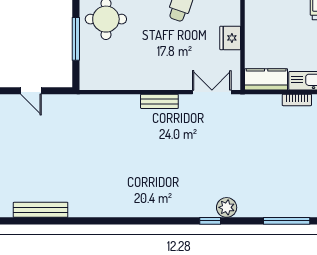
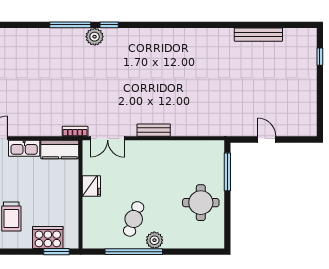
window: (76, 39) -> (227, 172), moved
bookcase: (297, 100) -> (75, 131), moved
window: (287, 221) -> (70, 25), moved

